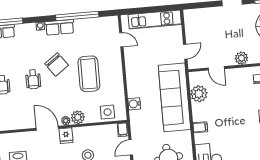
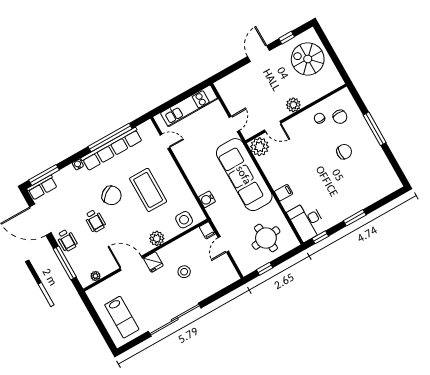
row of seats: (60, 27) -> (112, 149), width x2.02
plant: (199, 94) -> (260, 147), moved
plant: (66, 121) -> (95, 276), moved

